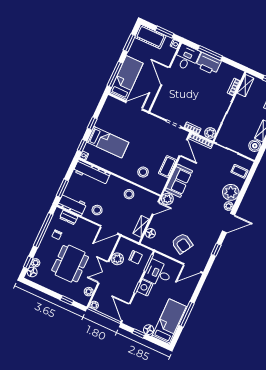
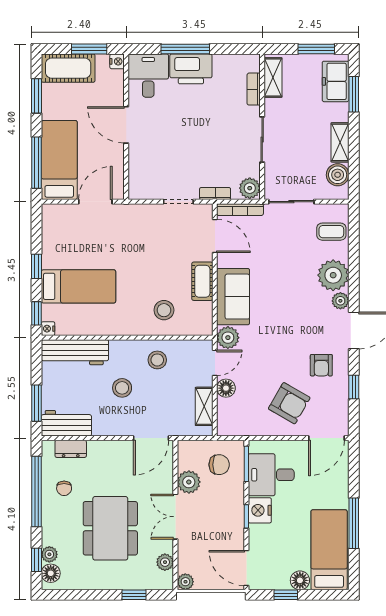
stool: (97, 210) -> (122, 388), moved
armchair: (206, 232) -> (321, 365), added
floor lamp: (150, 233) -> (226, 388), moved

